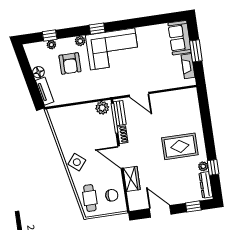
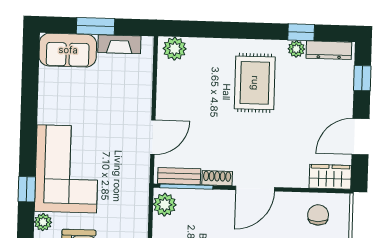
plant: (191, 98) -> (175, 49), added
wardrobe: (132, 179) -> (330, 177), moved

